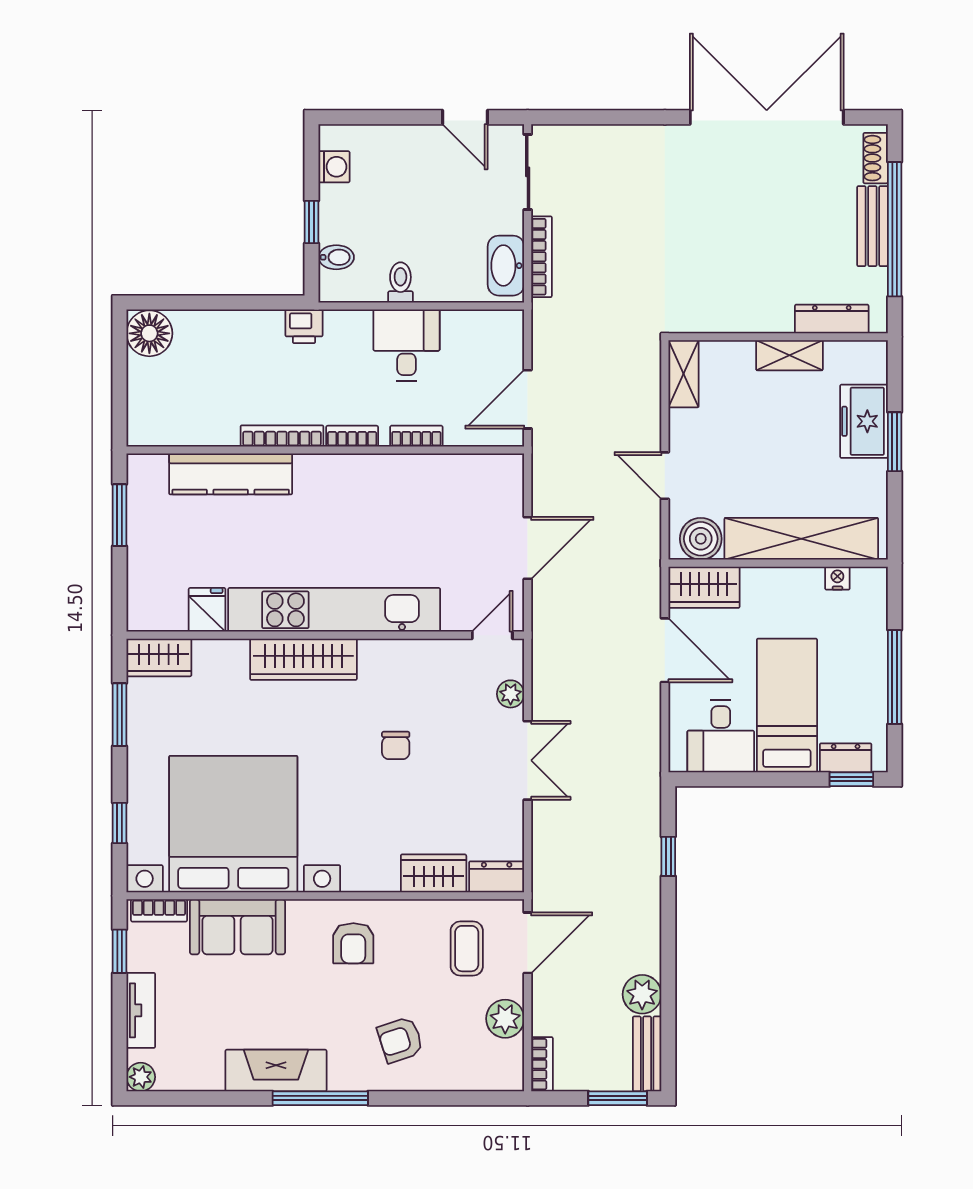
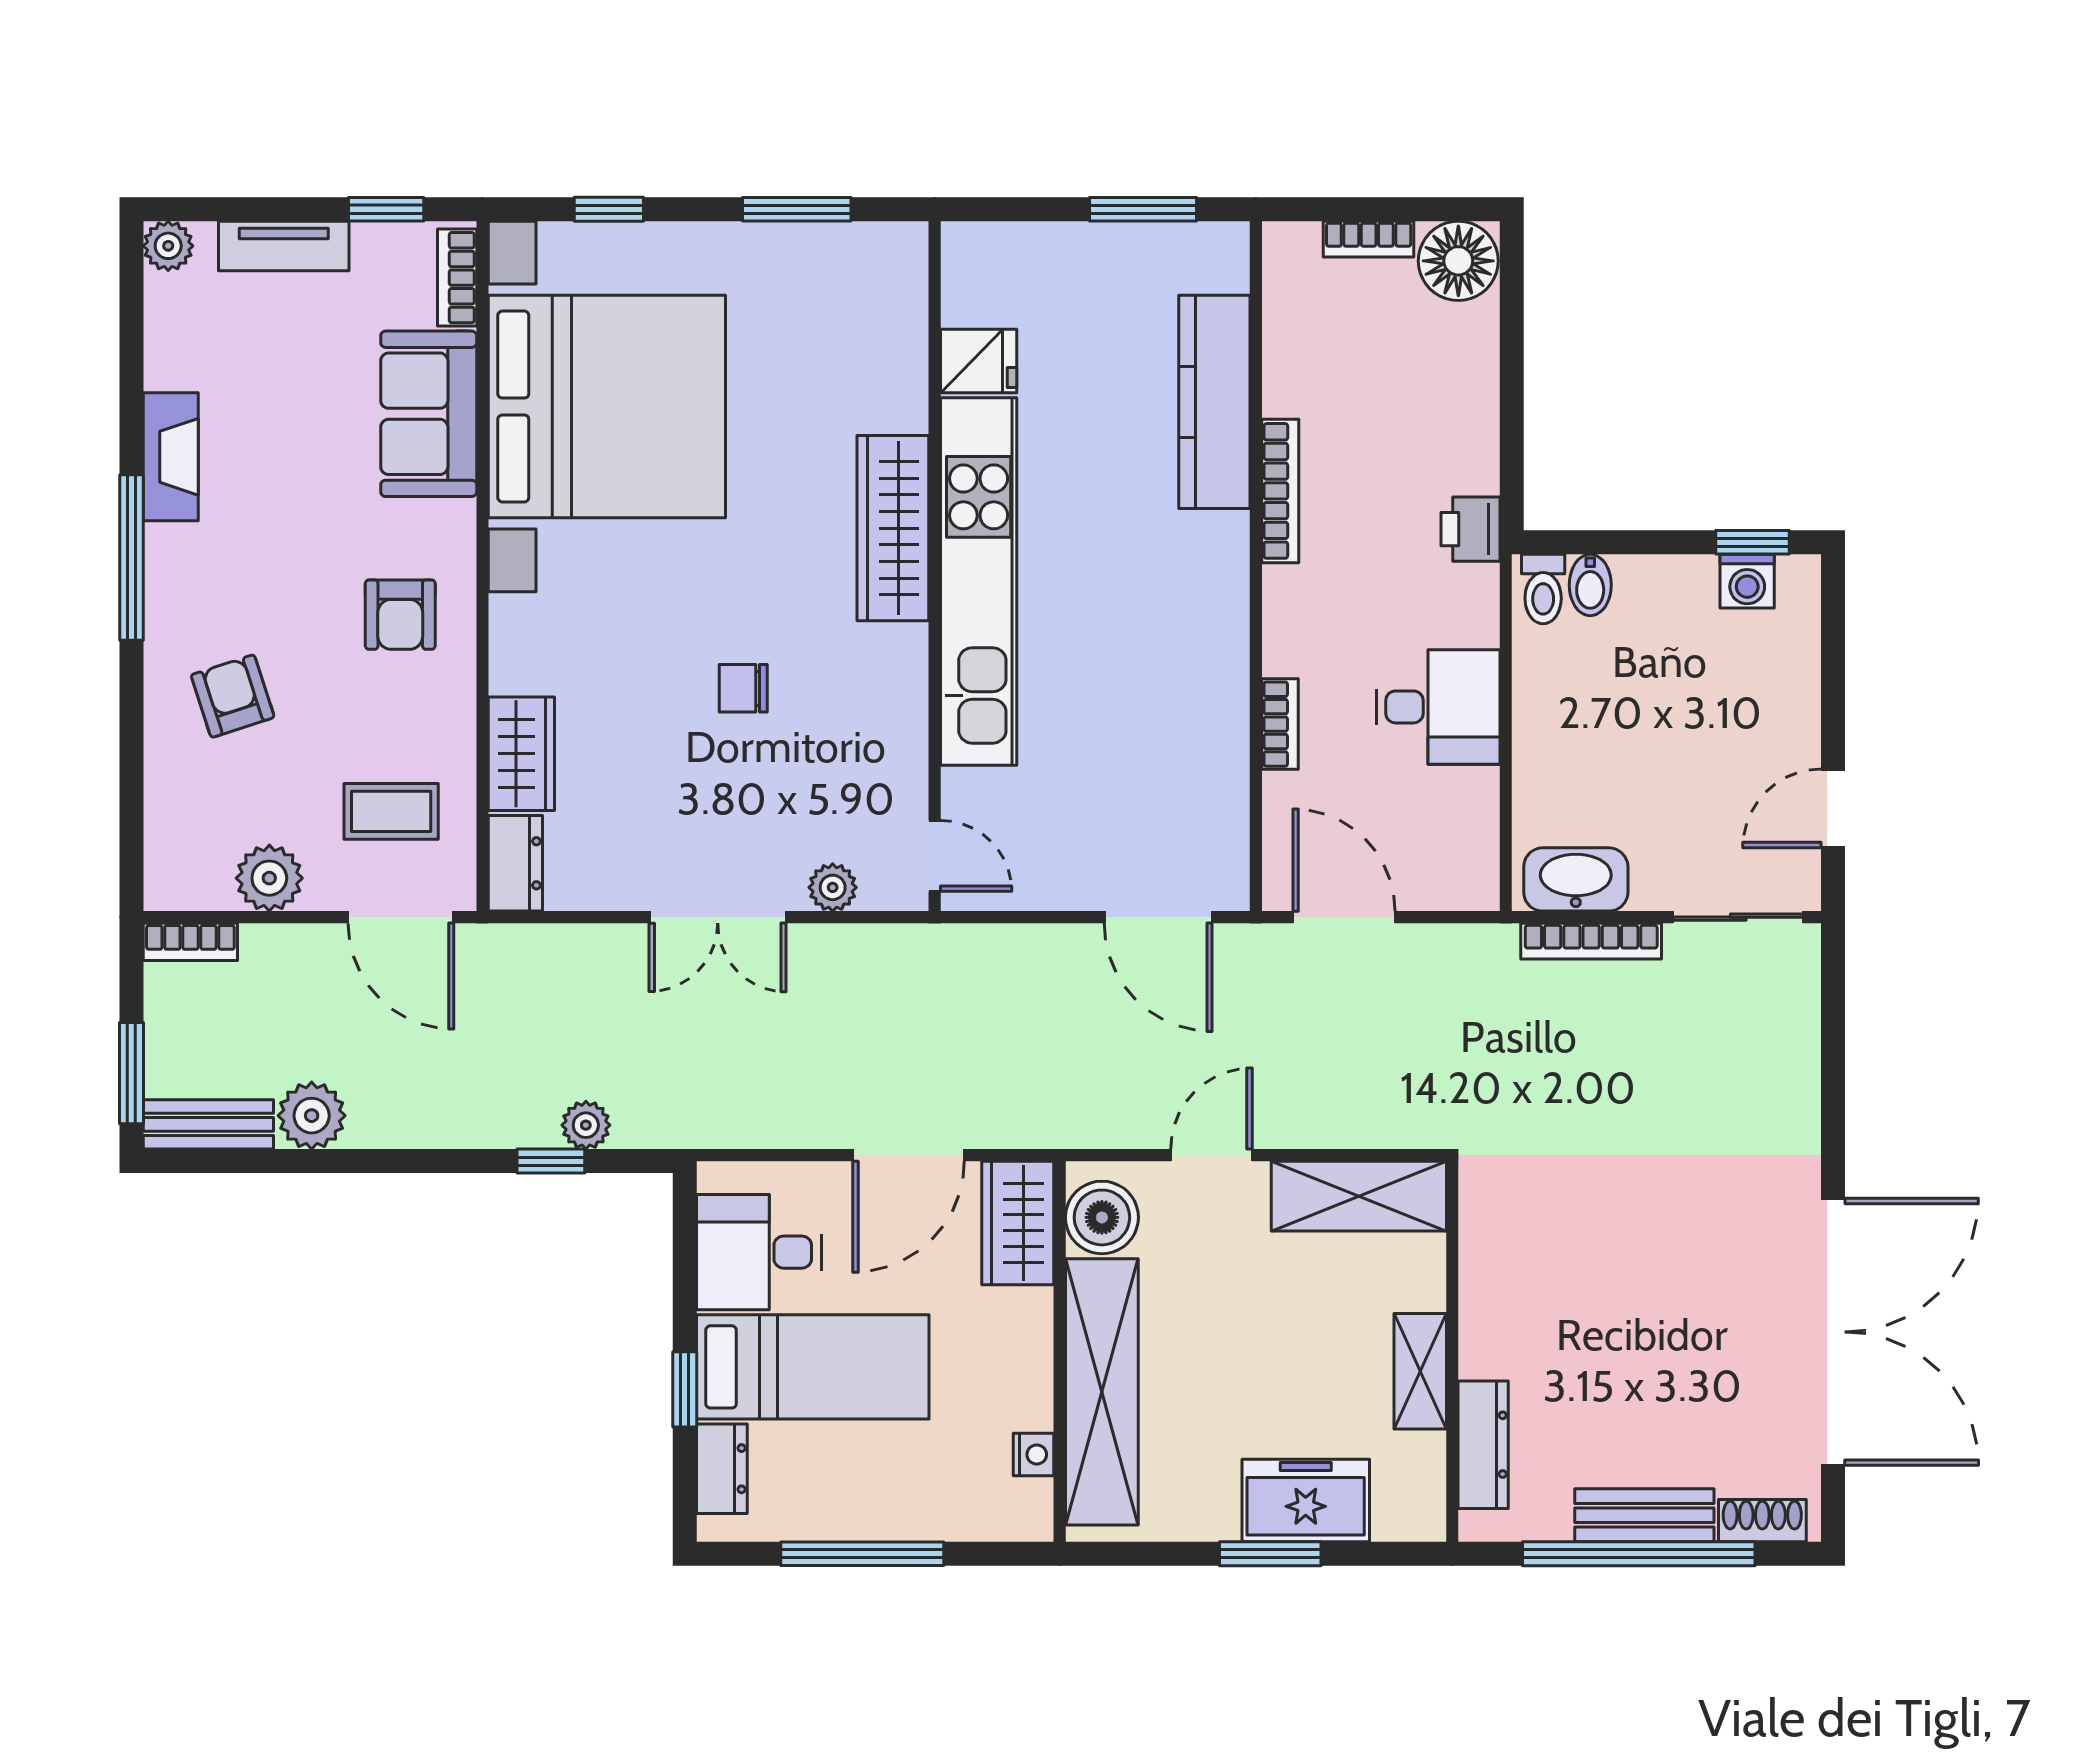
window: (312, 222) -> (1752, 542), moved
toilet: (400, 282) -> (1543, 589), moved, turned 90
shelving: (683, 374) -> (1359, 1196), width x1.50, depth x1.33
bookcase: (352, 436) -> (1369, 239), moved, turned 90
door: (528, 548) -> (1158, 917), moved
wardrobe: (159, 657) -> (896, 277), removed
window: (851, 779) -> (685, 1389), moved
plant: (648, 836) -> (586, 1125), added
armchair: (353, 943) -> (400, 615), turned -90
fireplace: (276, 1070) -> (171, 457), width x0.73, depth x0.76

